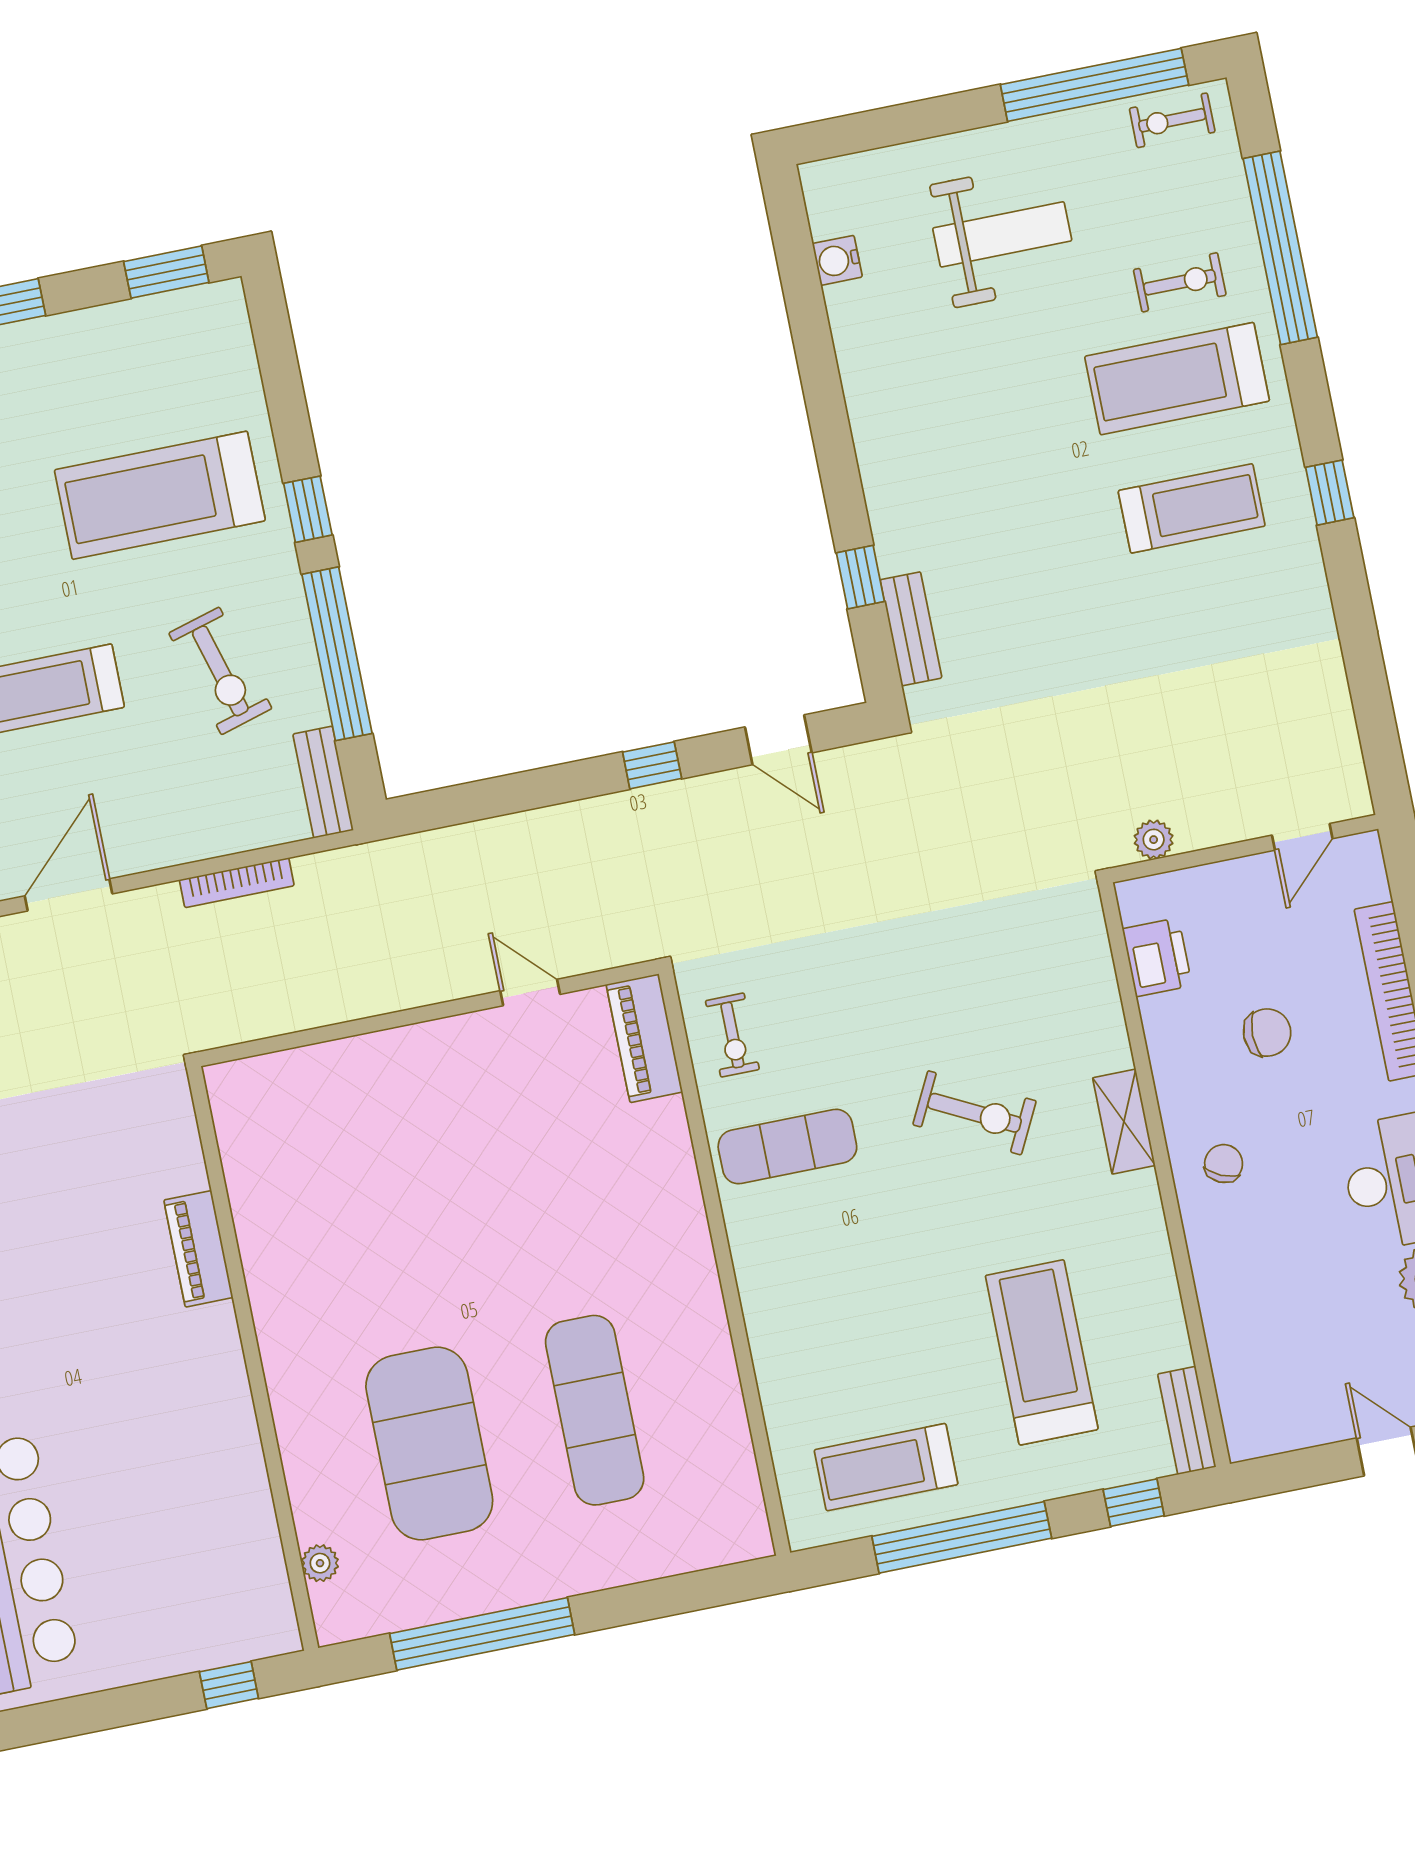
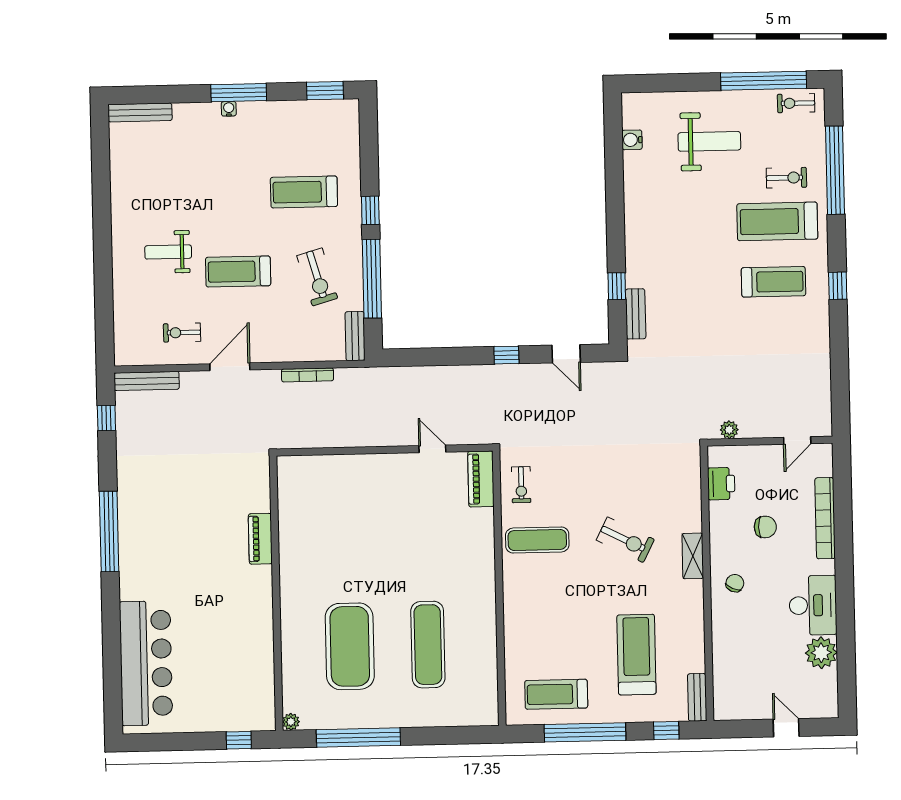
treadmill: (160, 495) -> (304, 192), width x0.73, depth x0.73
plant: (320, 1563) -> (291, 722), moved

